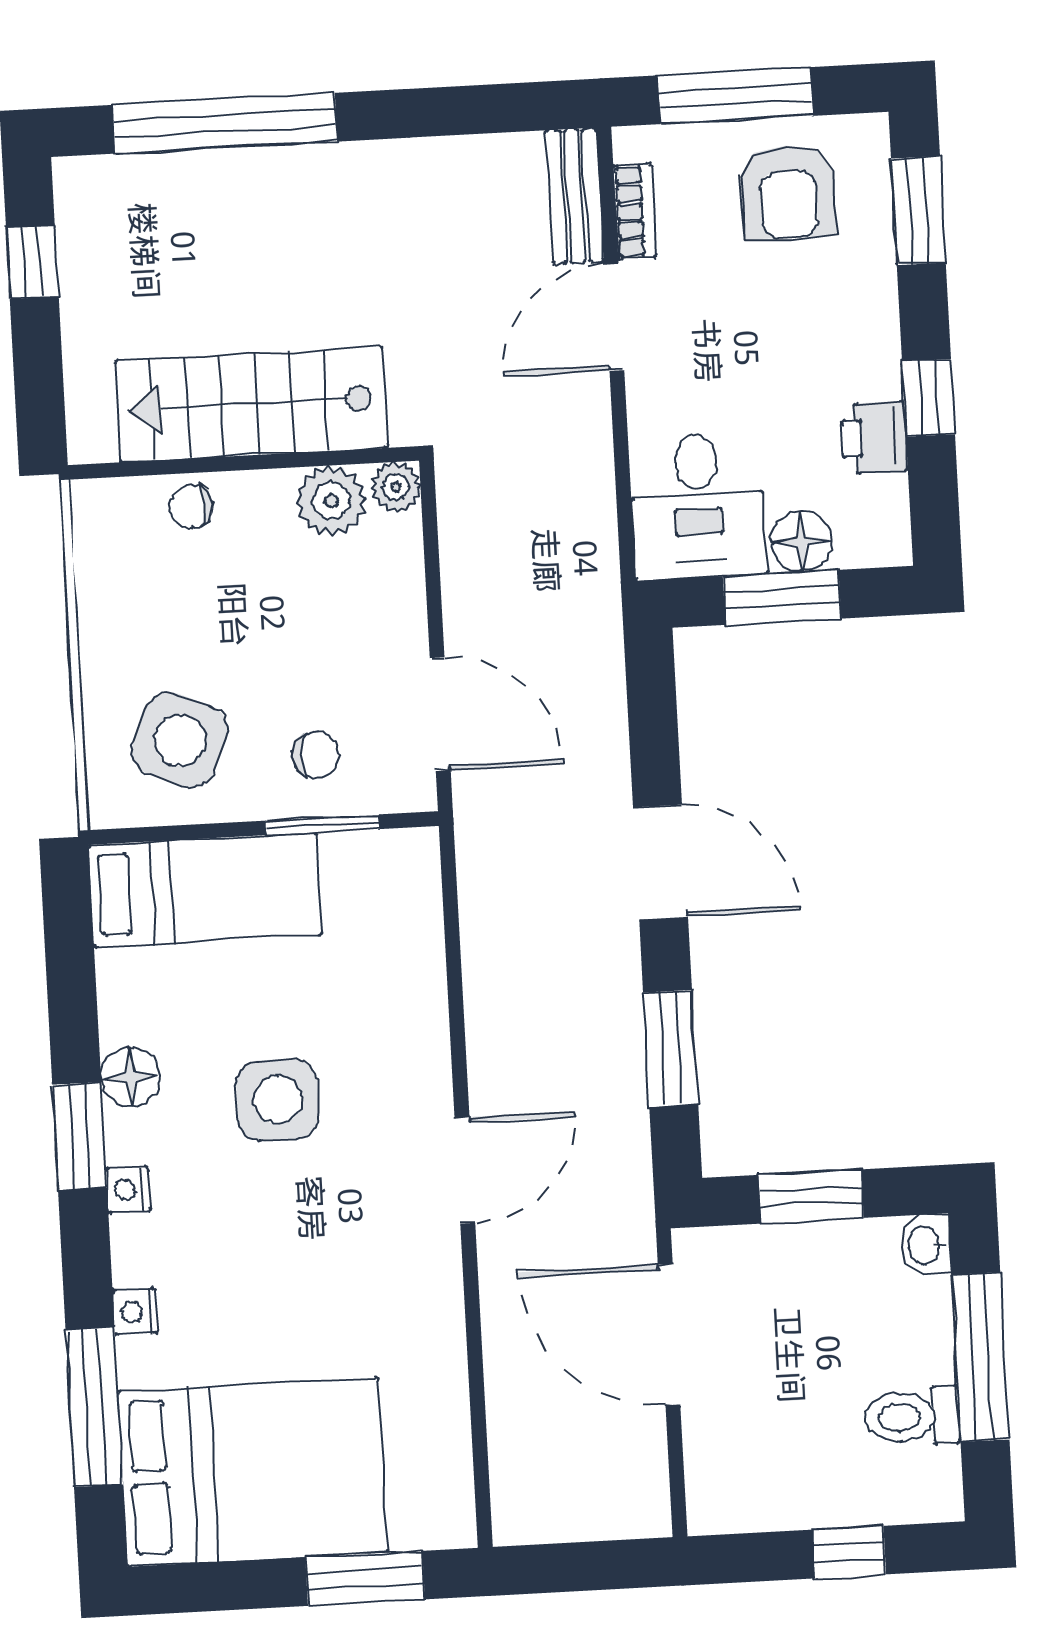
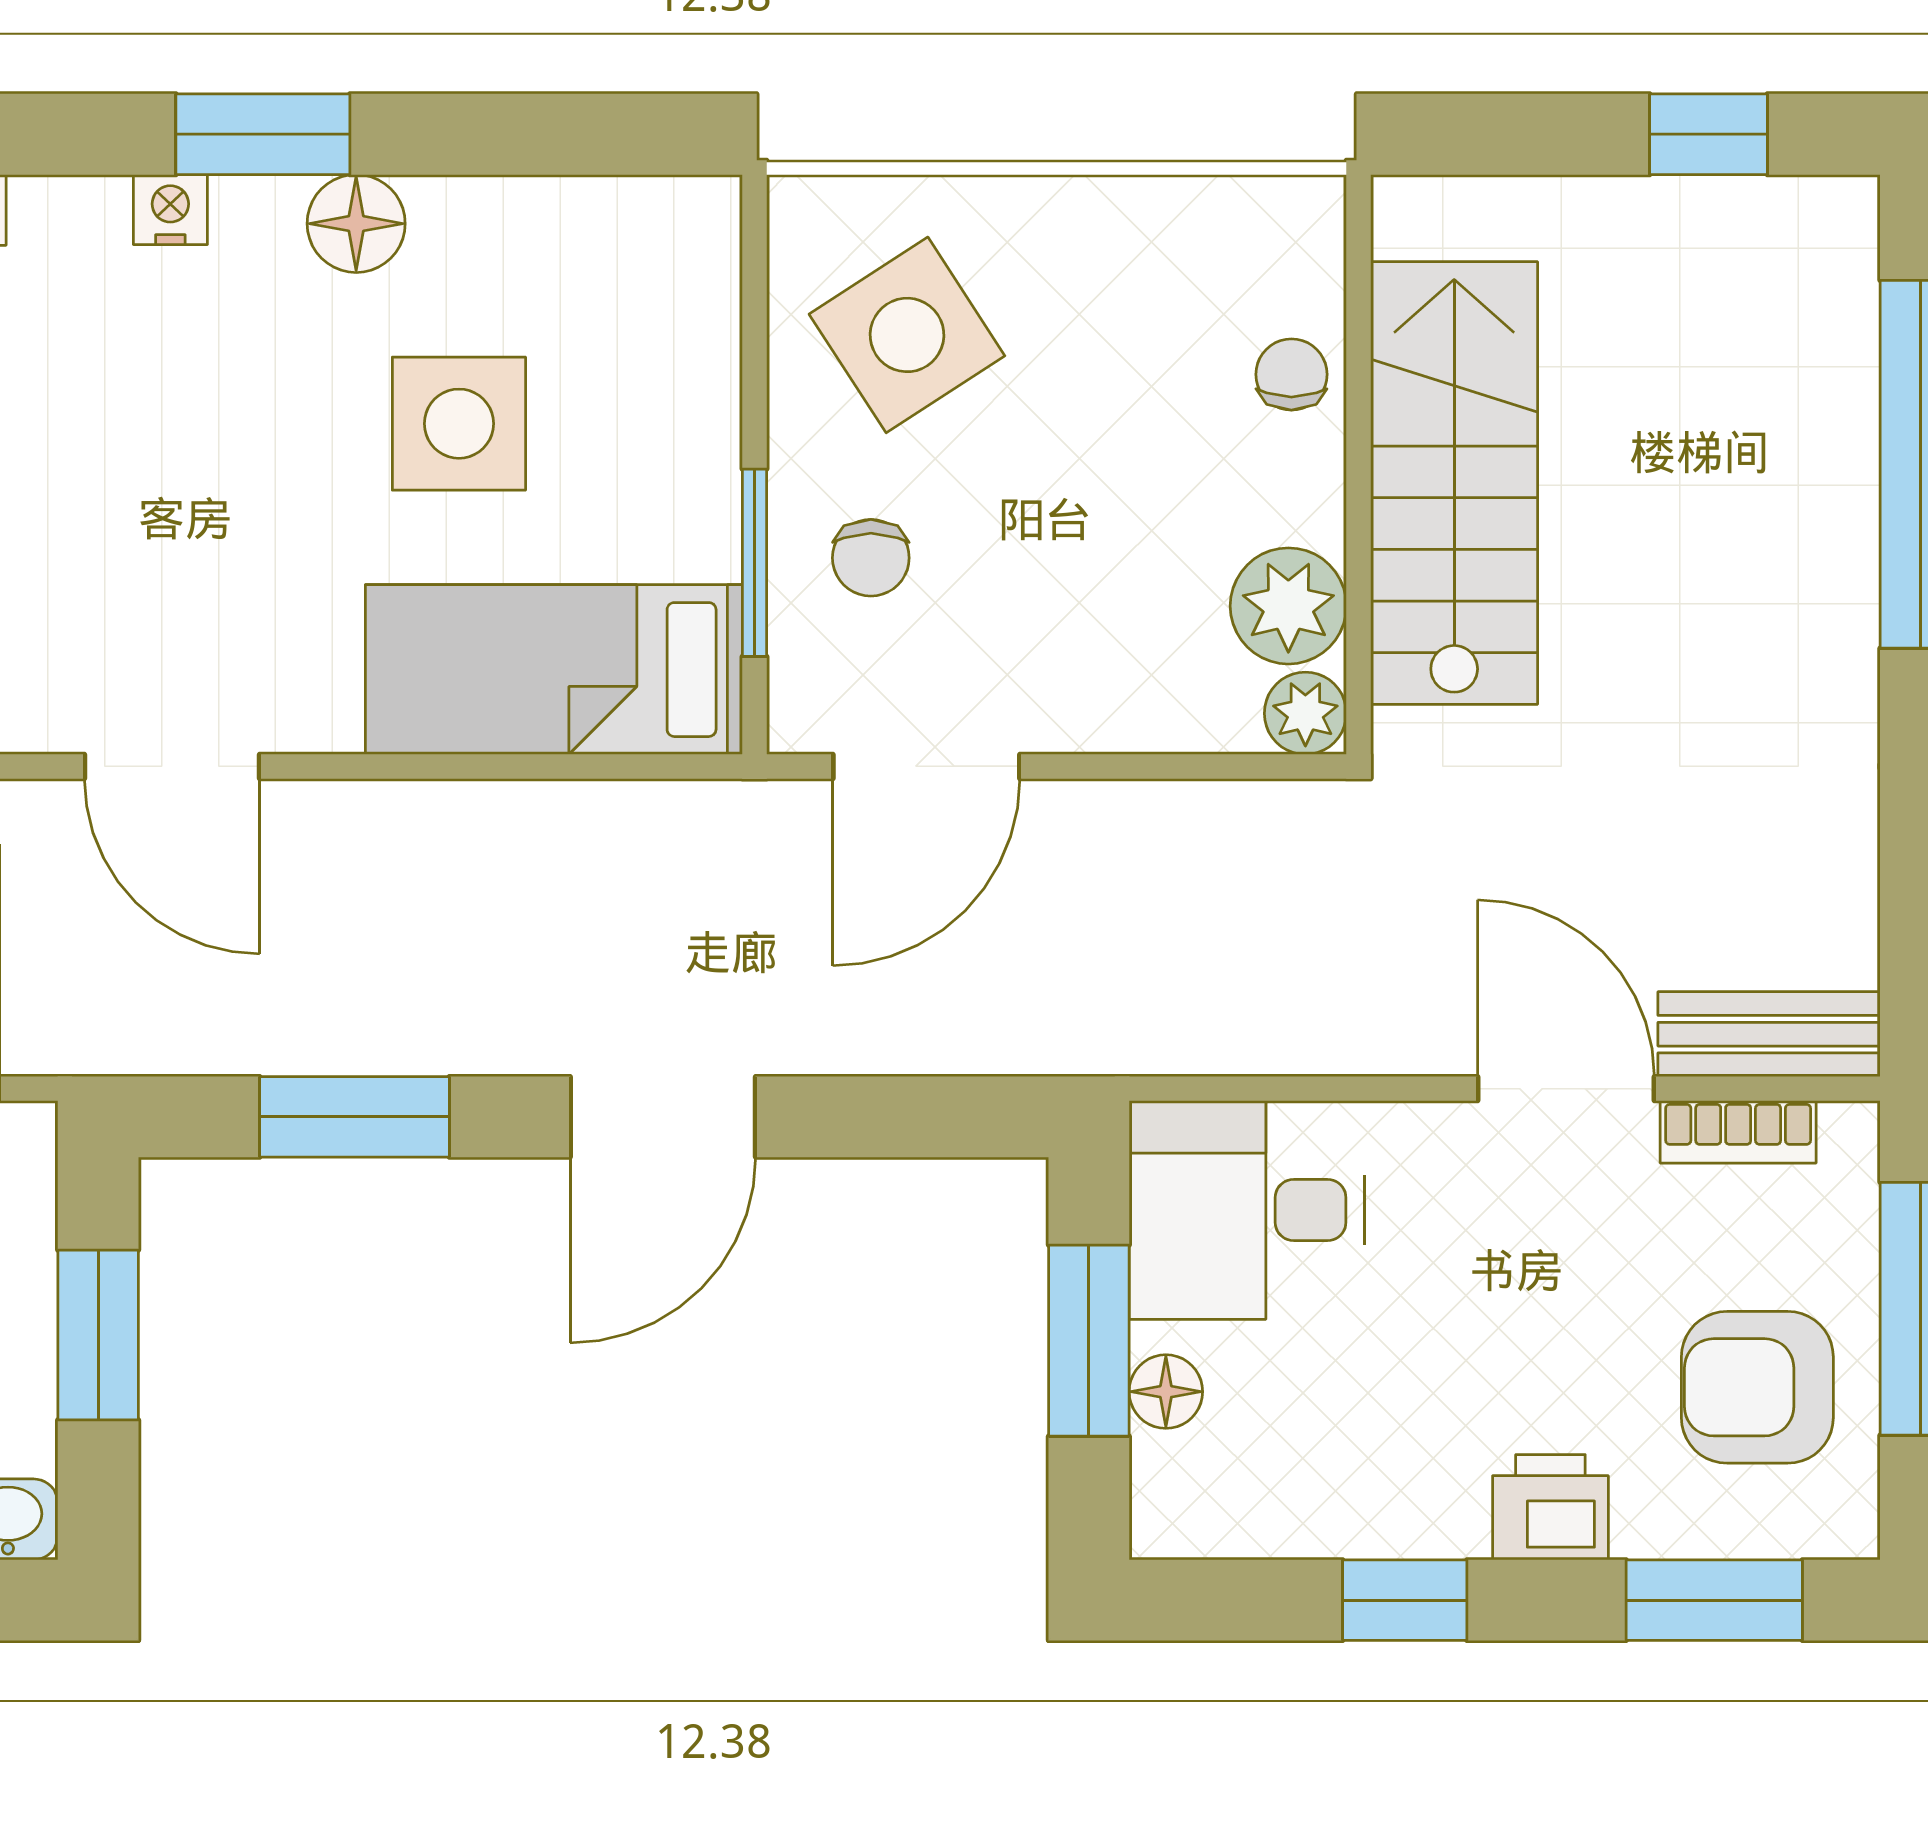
printer: (874, 437) -> (1550, 1507), moved
floor lamp: (802, 541) -> (1166, 1392), width x0.73, depth x0.73
side table: (180, 740) -> (907, 335), turned 34
bed: (205, 890) -> (554, 670), moved, turned 90
side table: (278, 1100) -> (459, 424), moved

